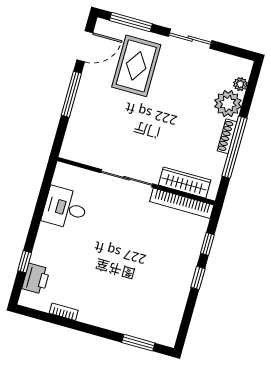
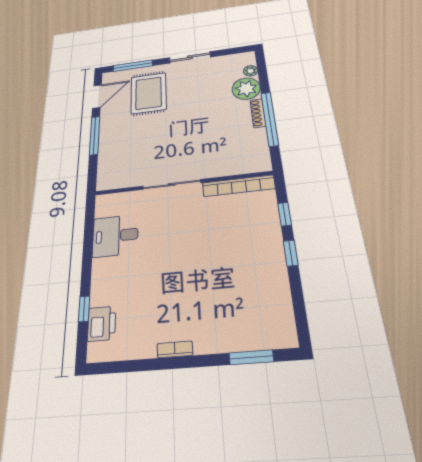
wardrobe: (185, 183) -> (233, 166), removed
bookcase: (64, 312) -> (175, 349), moved

